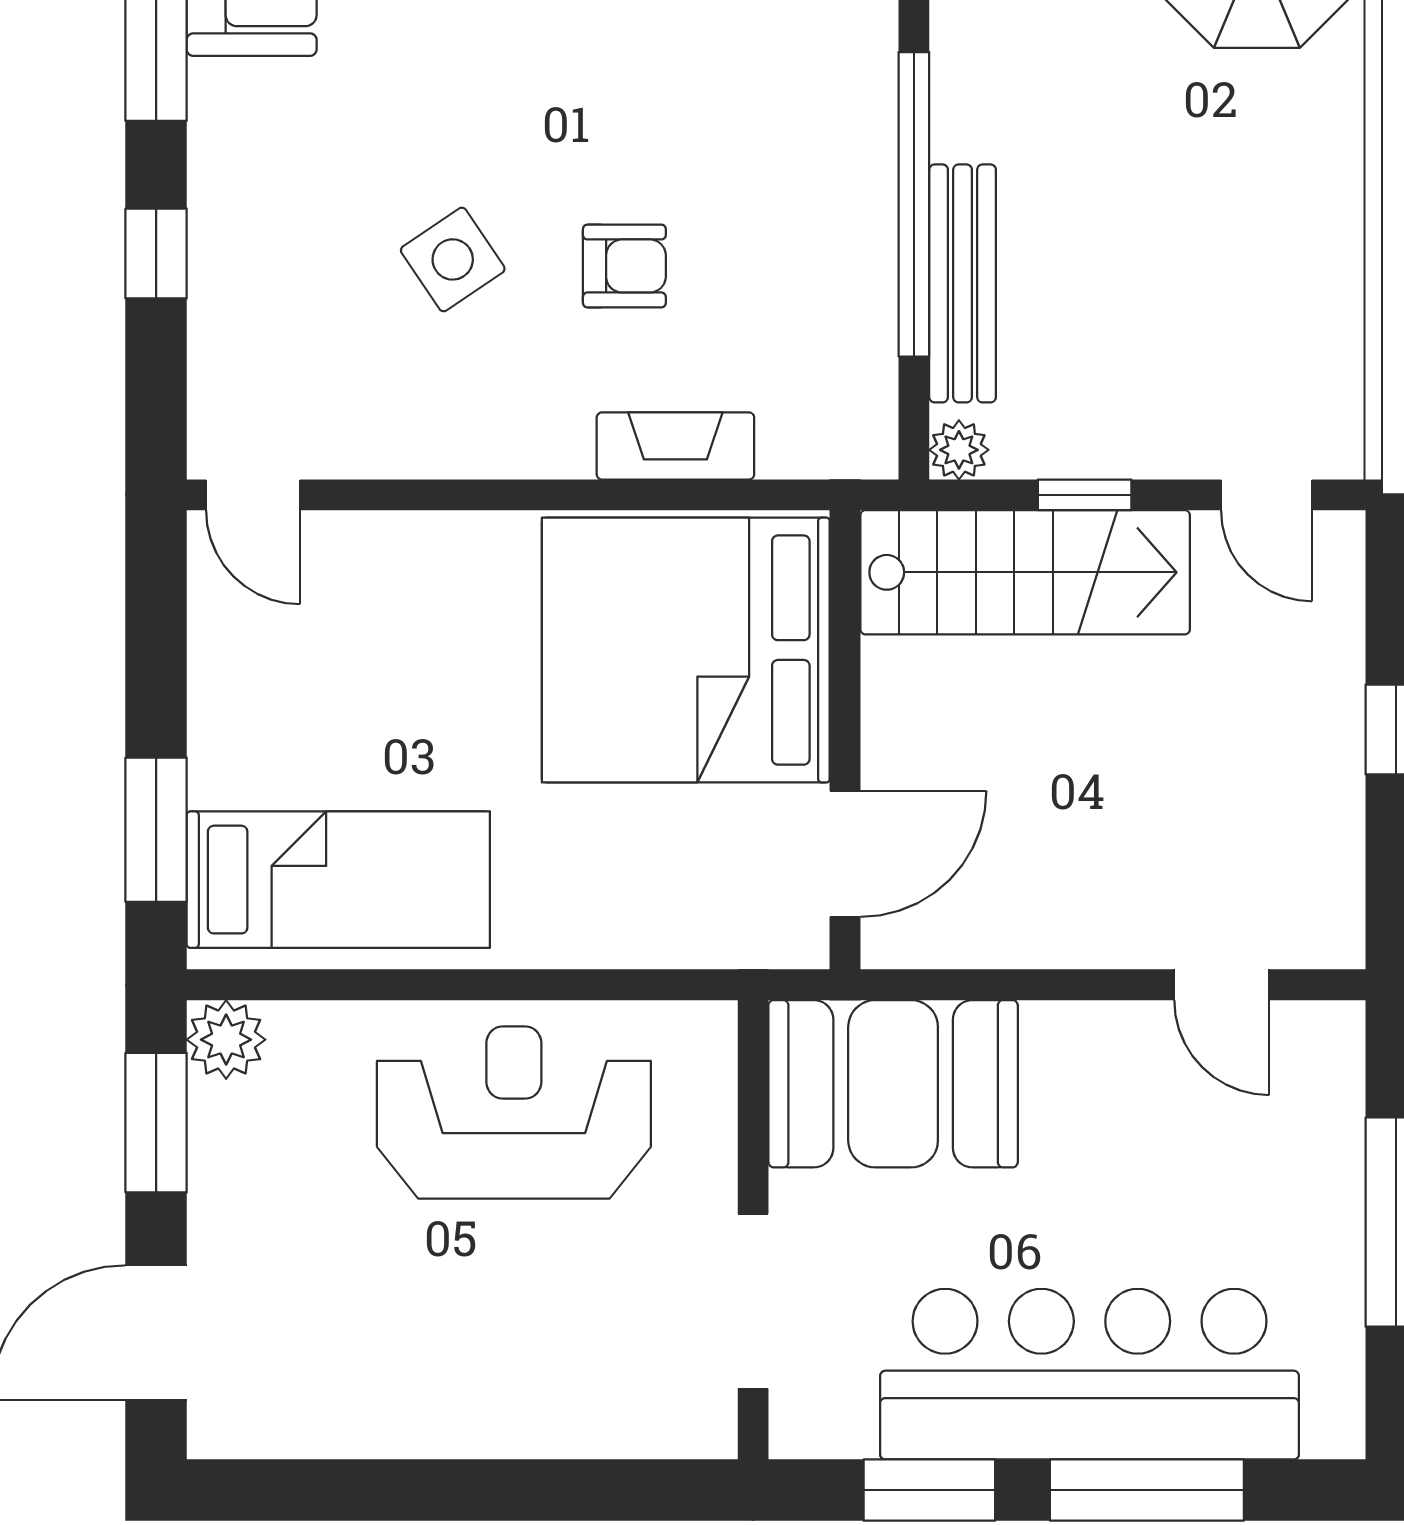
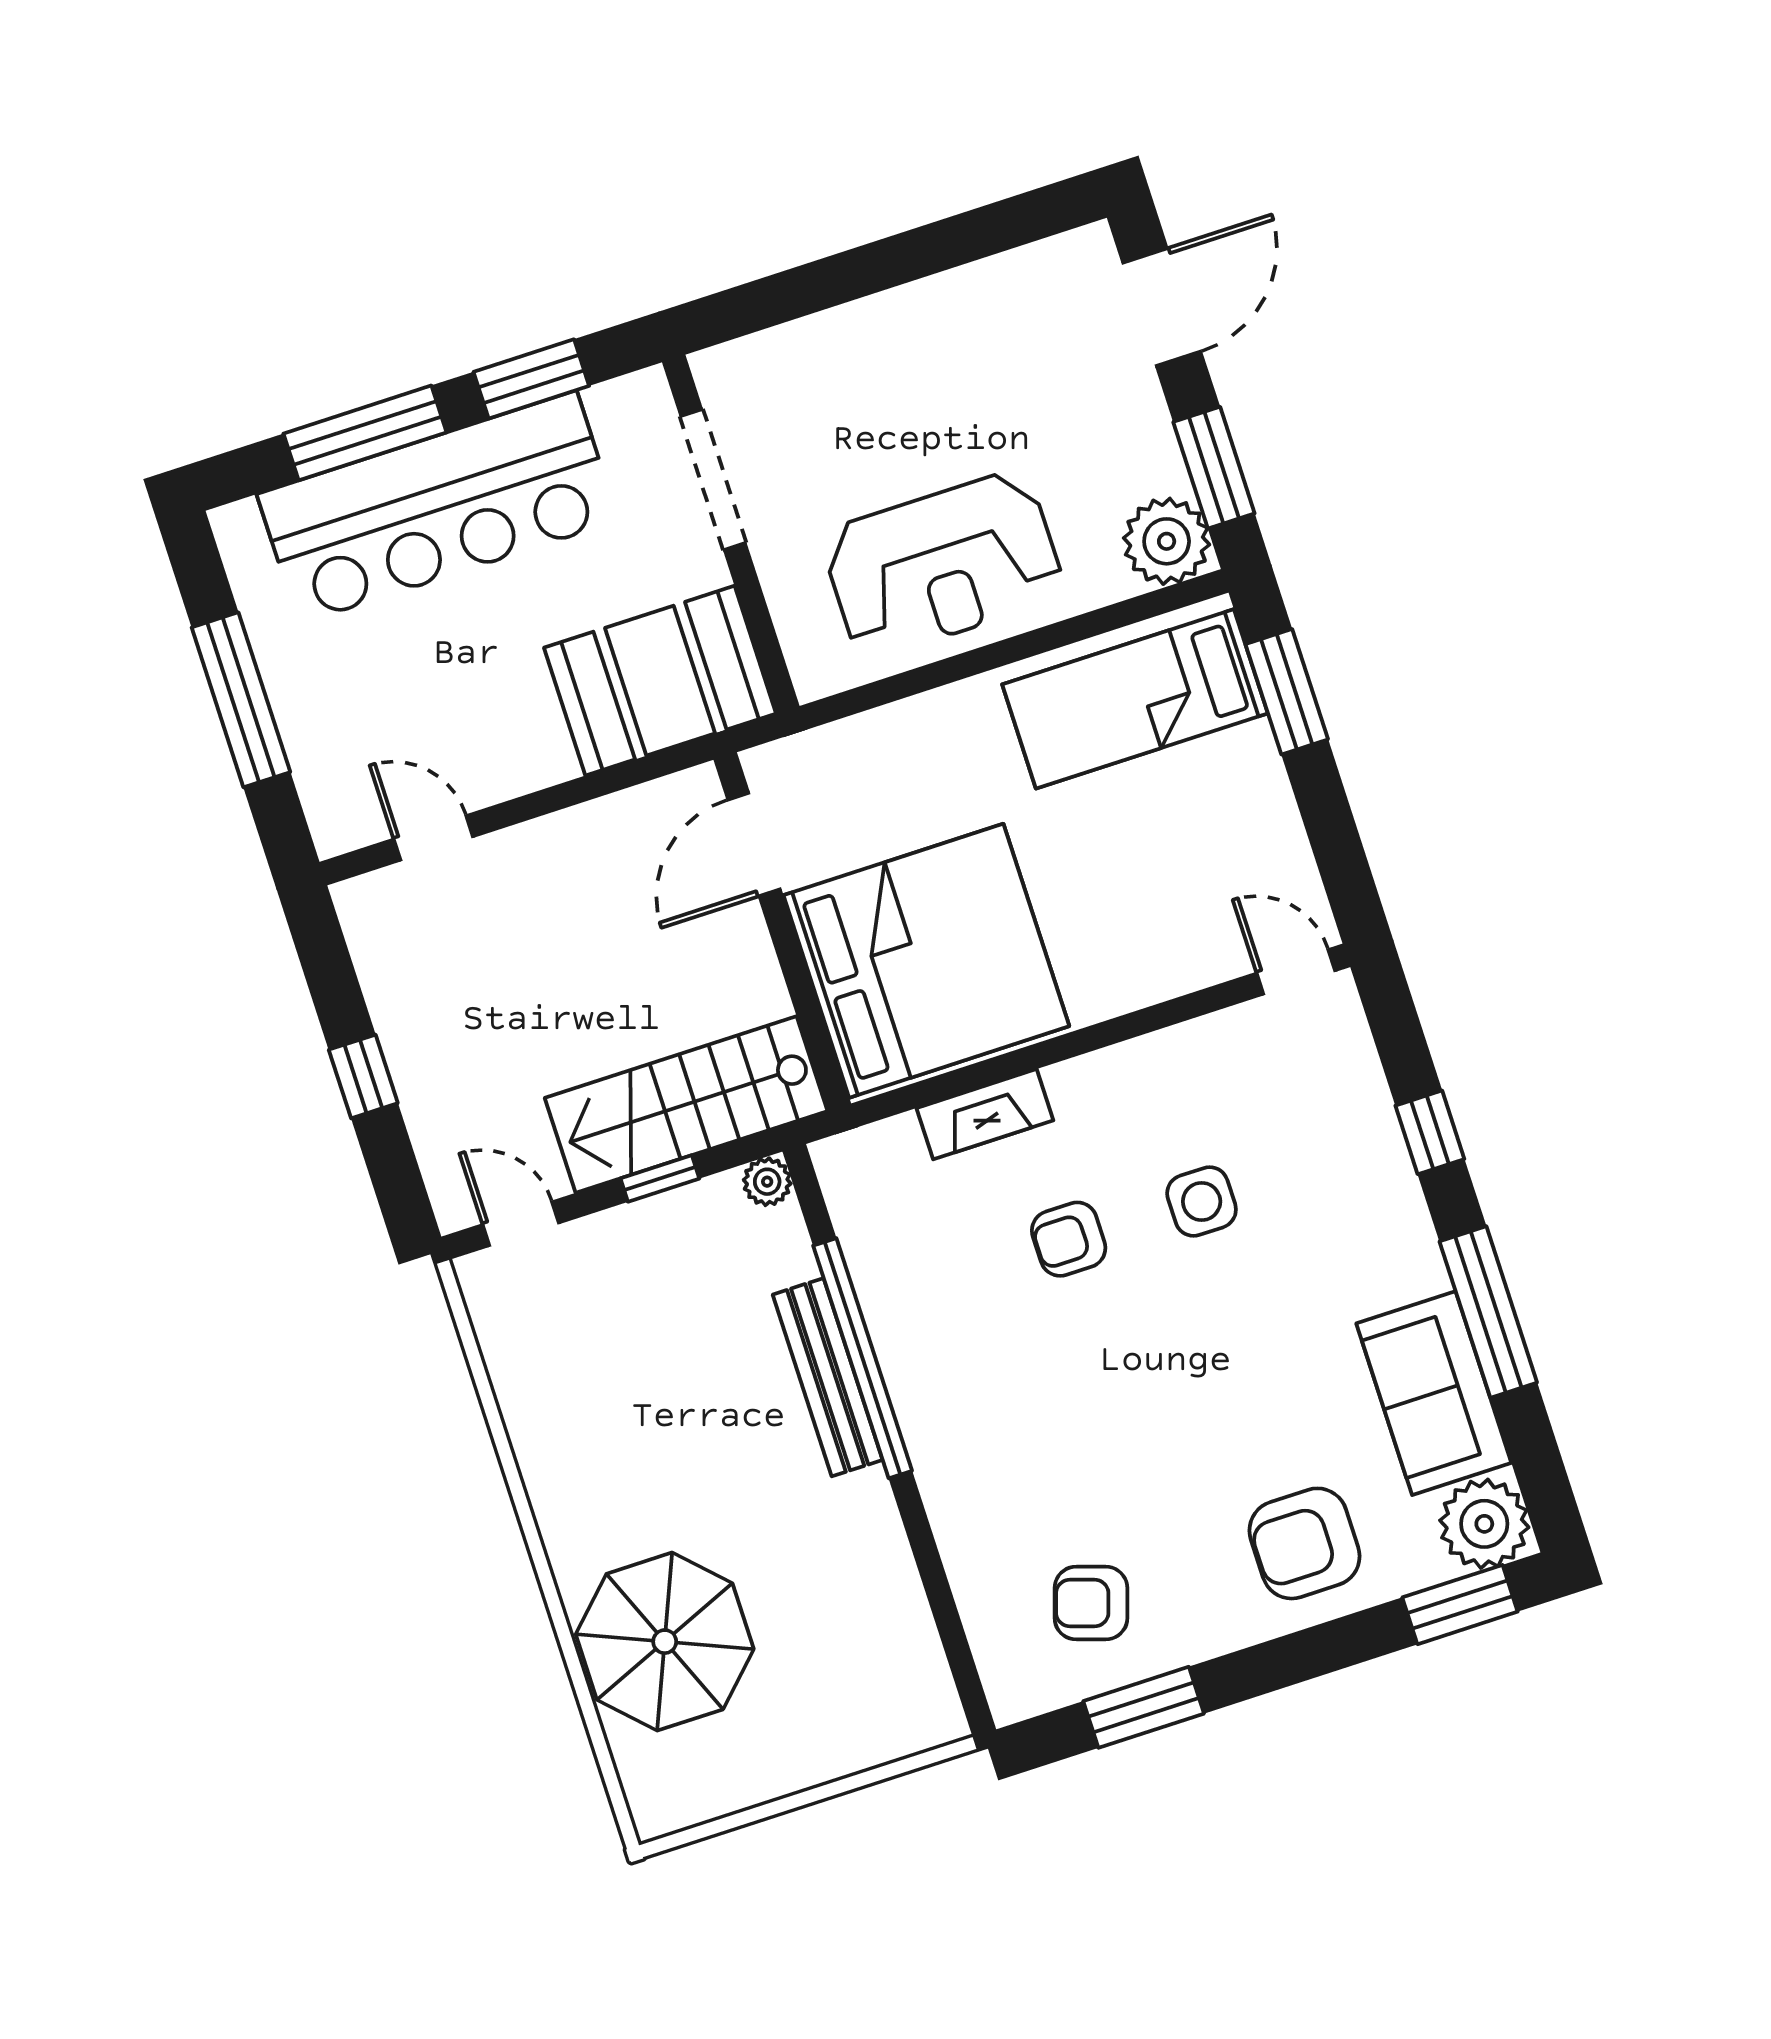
side table: (453, 259) -> (1202, 1201), turned 34
bench: (963, 283) -> (828, 1377), moved
plant: (226, 1040) -> (1167, 541), width x1.36, depth x1.36

